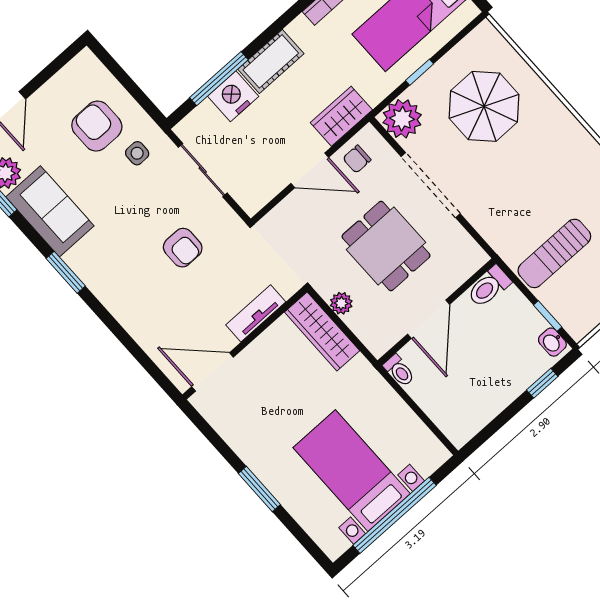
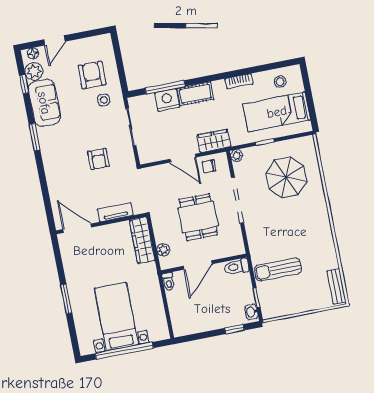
plant: (402, 119) -> (237, 156), width x0.53, depth x0.53
plant: (341, 303) -> (163, 250), moved

